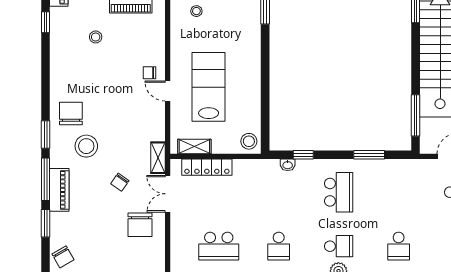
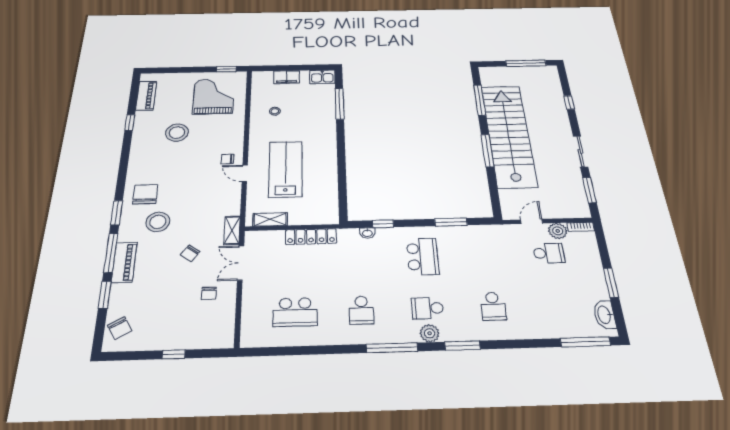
stool: (96, 37) -> (177, 133), width x1.89, depth x1.89
window: (415, 115) -> (487, 151), moved
stool: (249, 141) -> (326, 213), removed
locker: (207, 167) -> (311, 237), moved
chair: (140, 225) -> (209, 293), width x0.54, depth x0.54
school desk: (339, 246) -> (427, 308), turned 180

